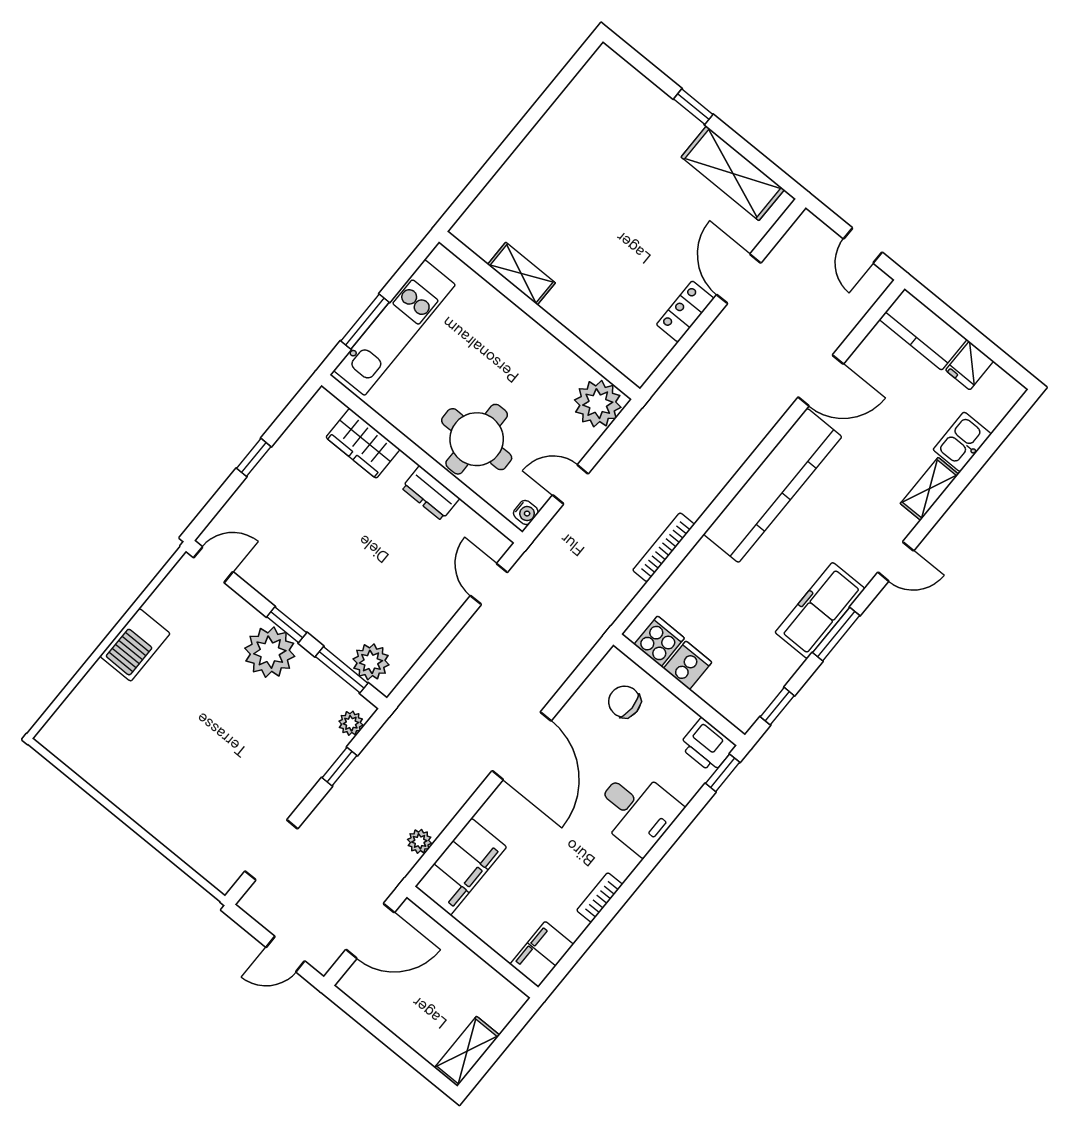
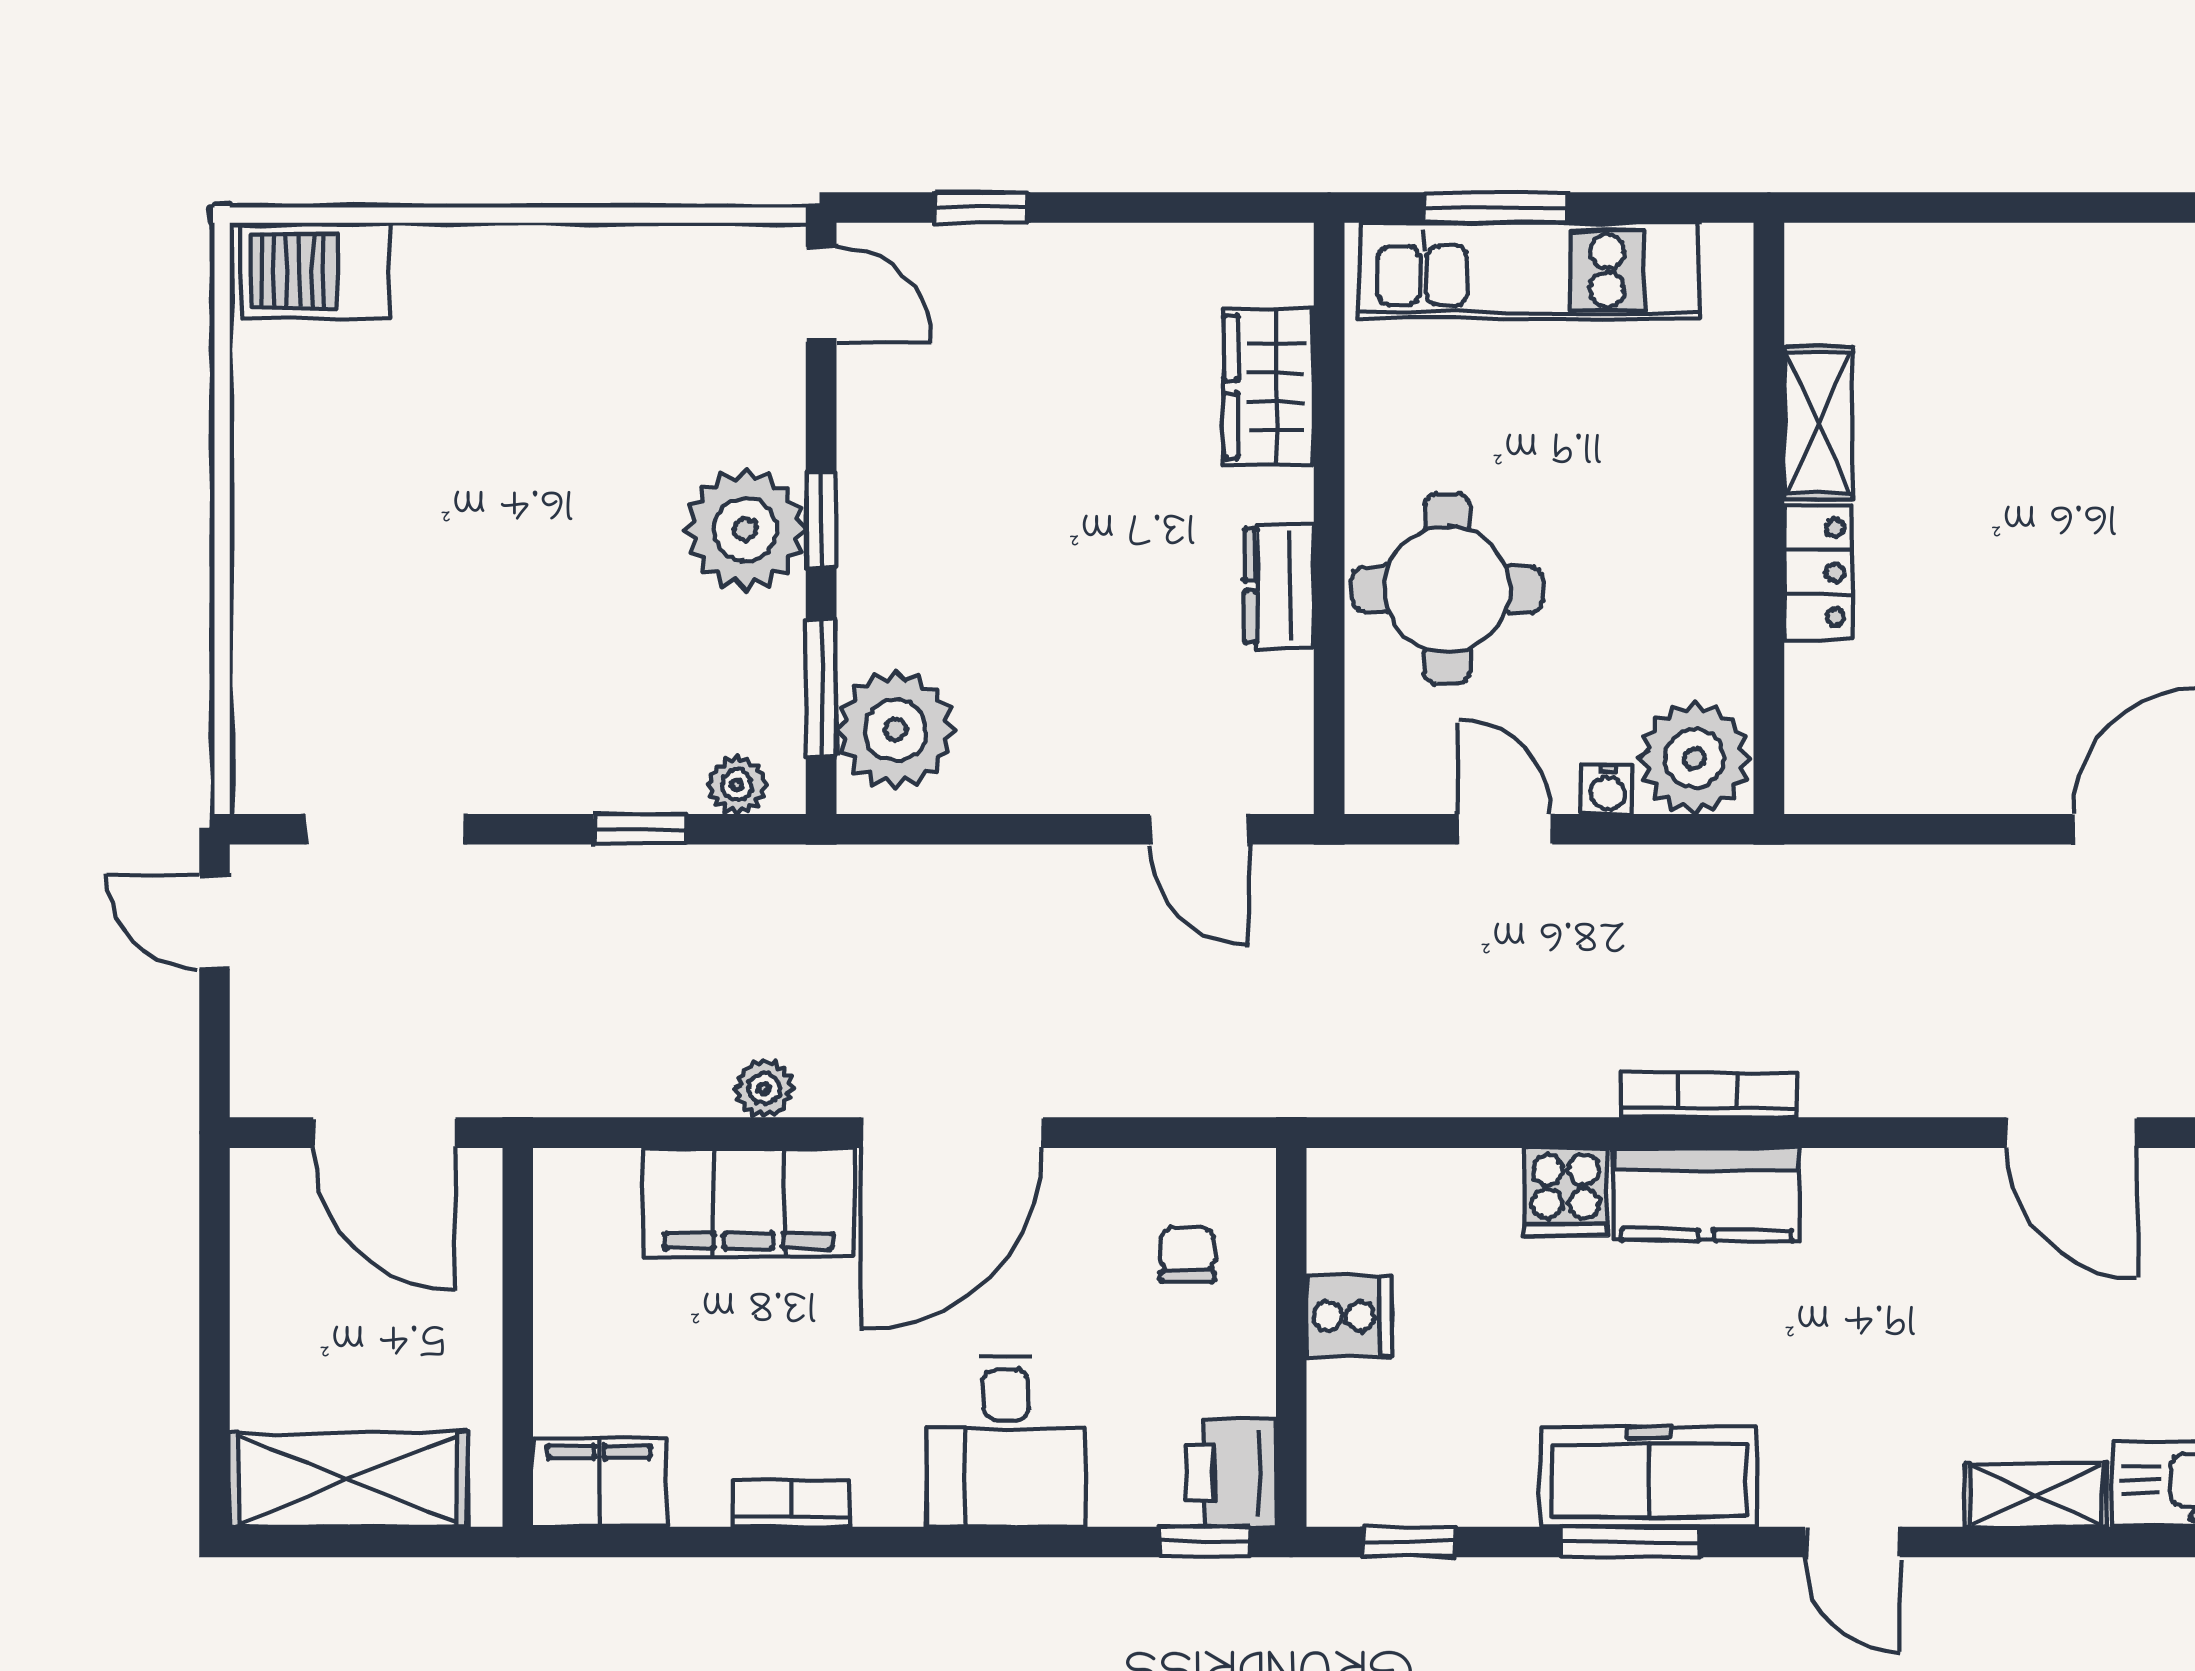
locker: (685, 311) -> (1818, 573), moved, turned 90
window: (254, 457) -> (981, 208), moved
kitchen counter: (773, 485) -> (1707, 1194), width x0.48, depth x0.86
water cooler: (526, 512) -> (1608, 789), moved
bookcase: (664, 547) -> (1708, 1095), moved
door: (489, 584) -> (1200, 829), swing flipped
cooker: (659, 641) -> (1566, 1192), moved, turned 90
barbecue: (135, 645) -> (315, 271), moved
plant: (371, 662) -> (896, 730), width x1.36, depth x1.36
chair: (624, 702) -> (1187, 1255), width x0.73, depth x0.73
plant: (419, 841) -> (764, 1088), moved
filing cabinet: (461, 867) -> (749, 1202), moved
door: (285, 954) -> (215, 922), moved
shelving: (467, 1051) -> (348, 1479), width x1.50, depth x1.33

